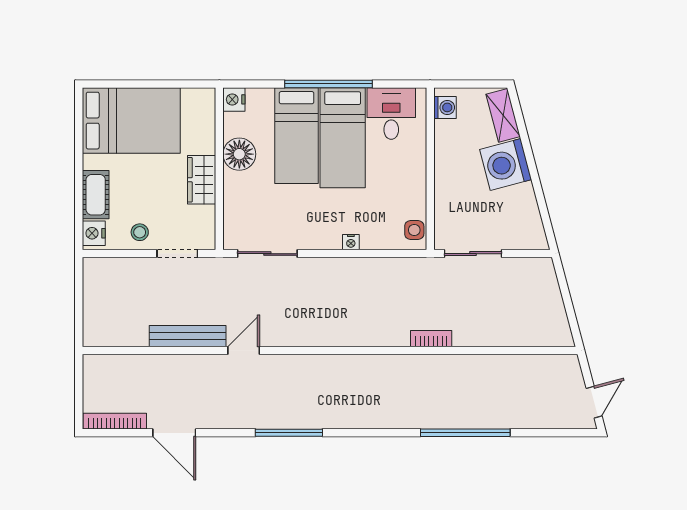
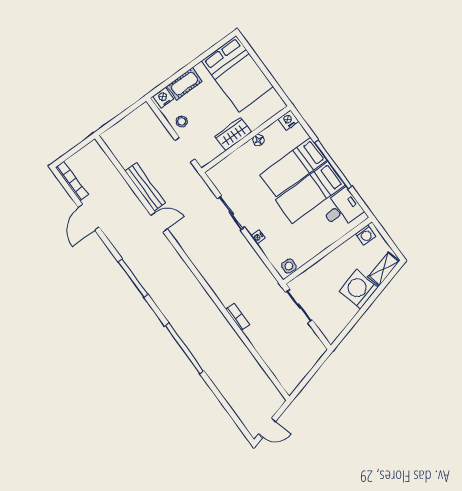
floor lamp: (239, 154) -> (258, 140), width x0.53, depth x0.53
sliding door: (267, 254) -> (231, 213), moved
window: (465, 433) -> (184, 348), moved

